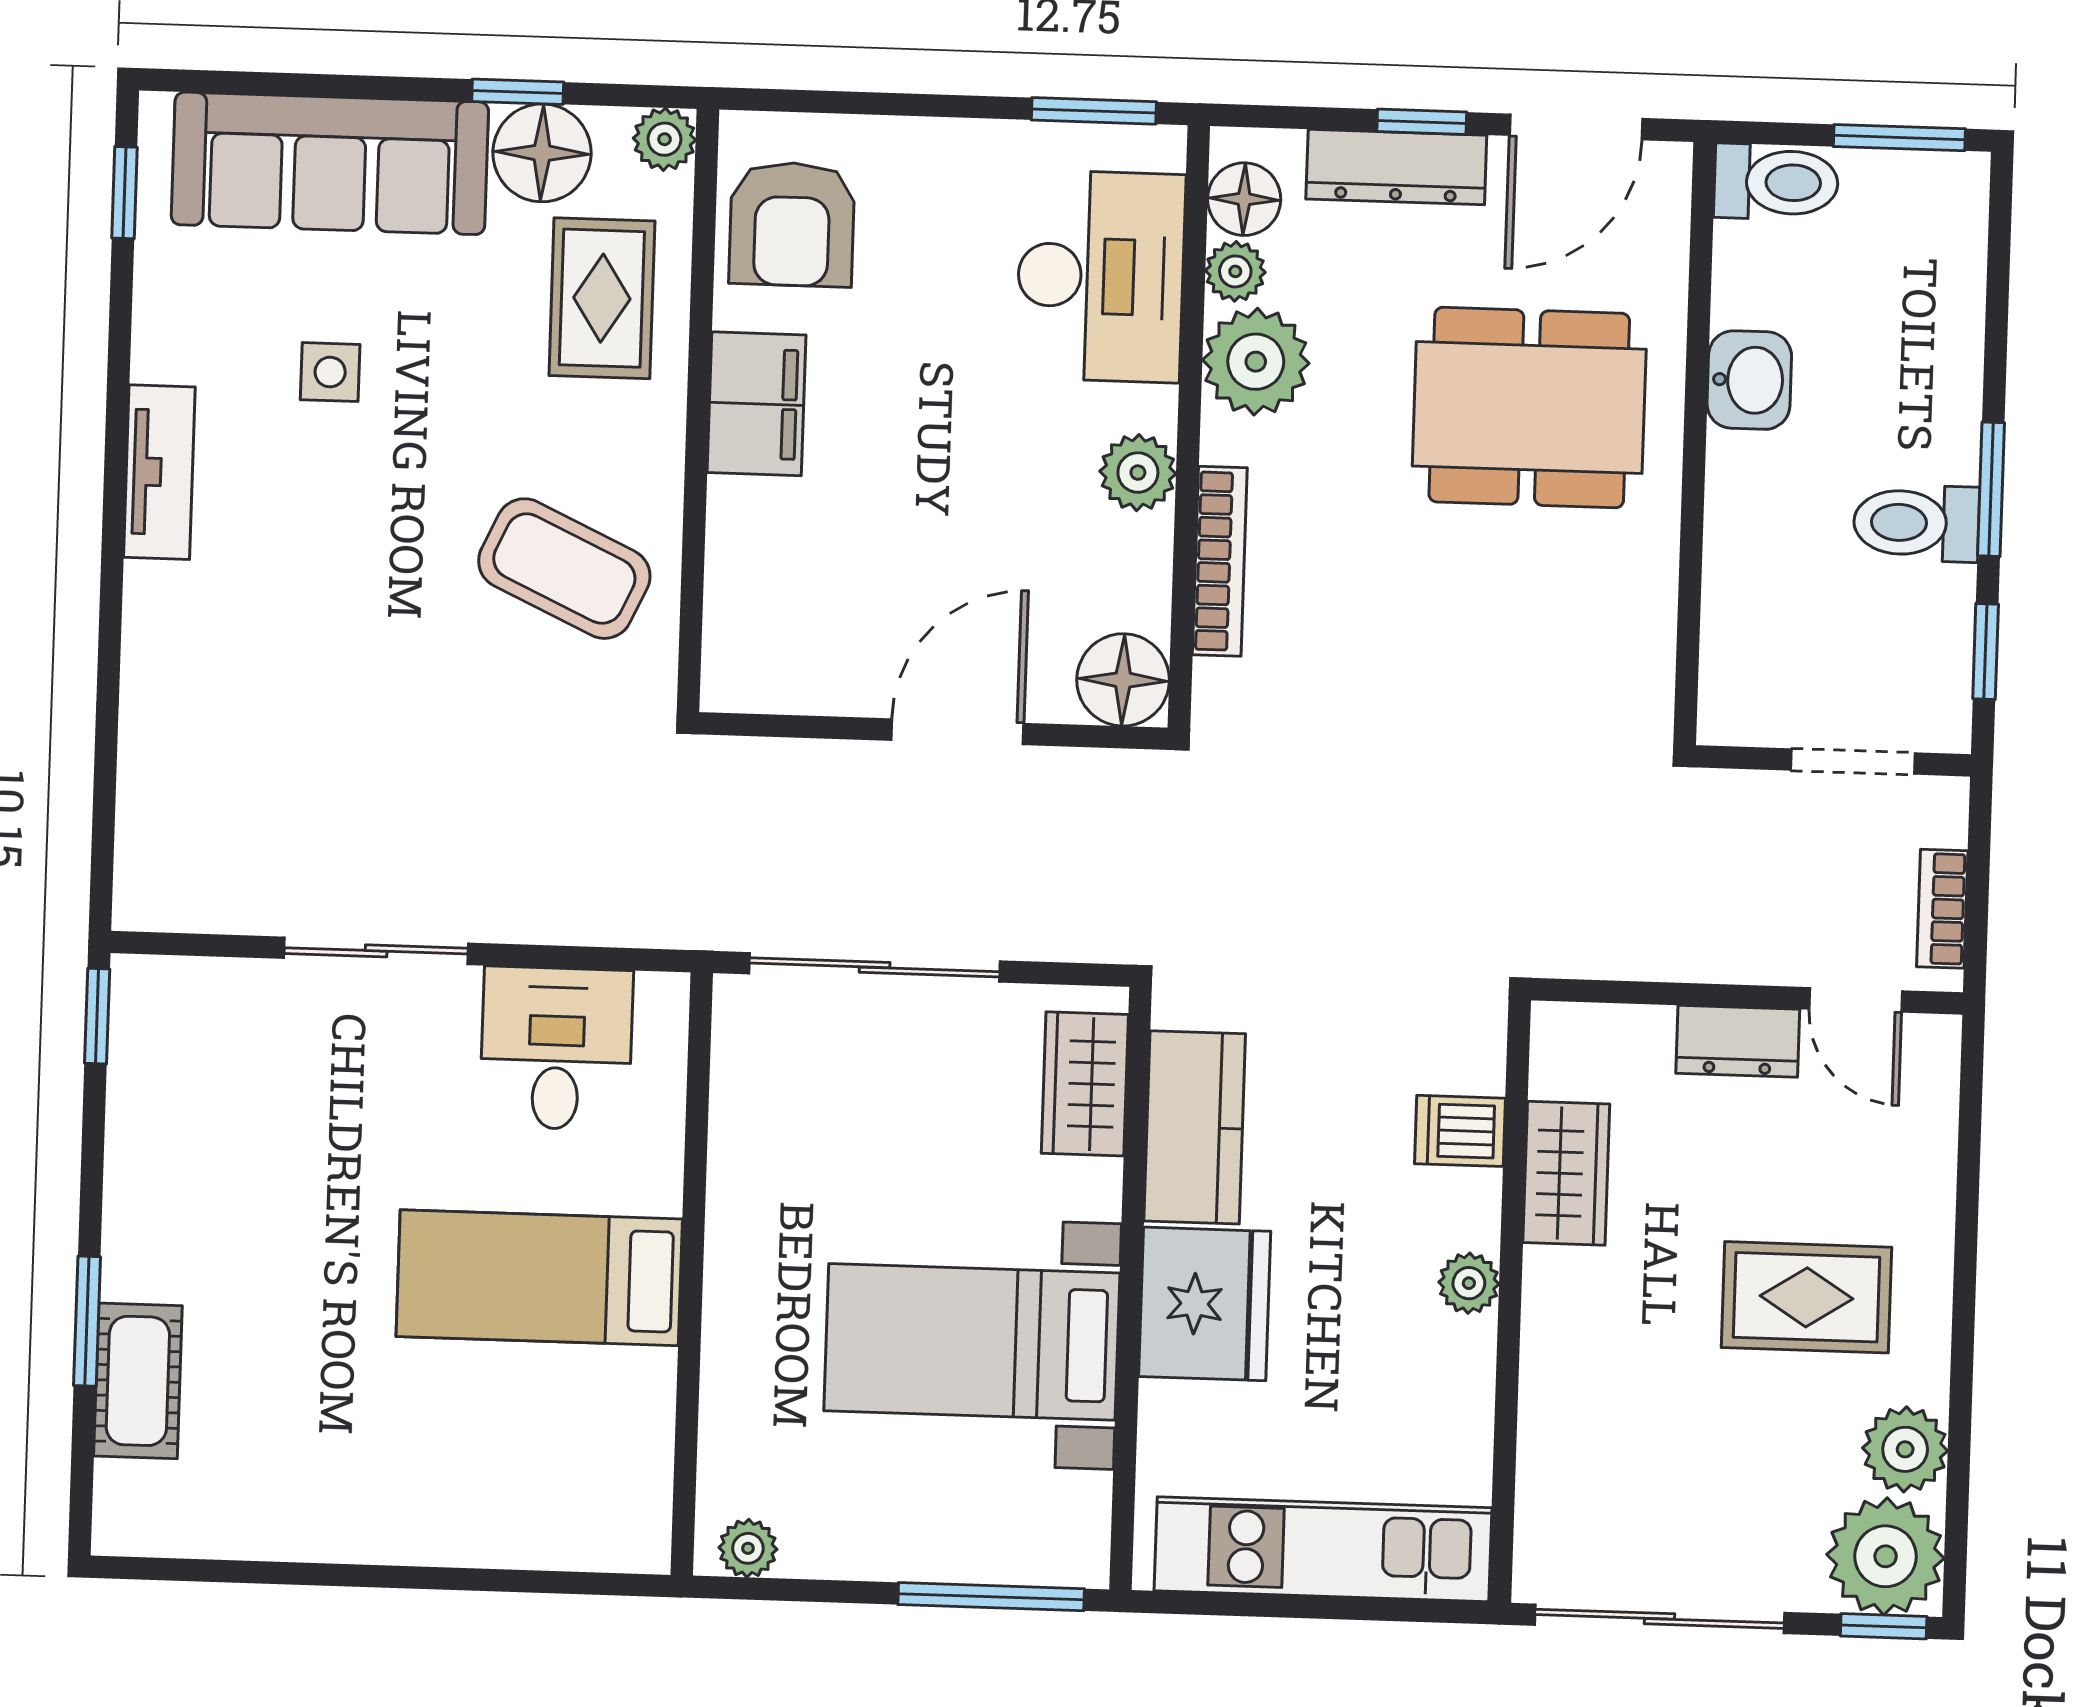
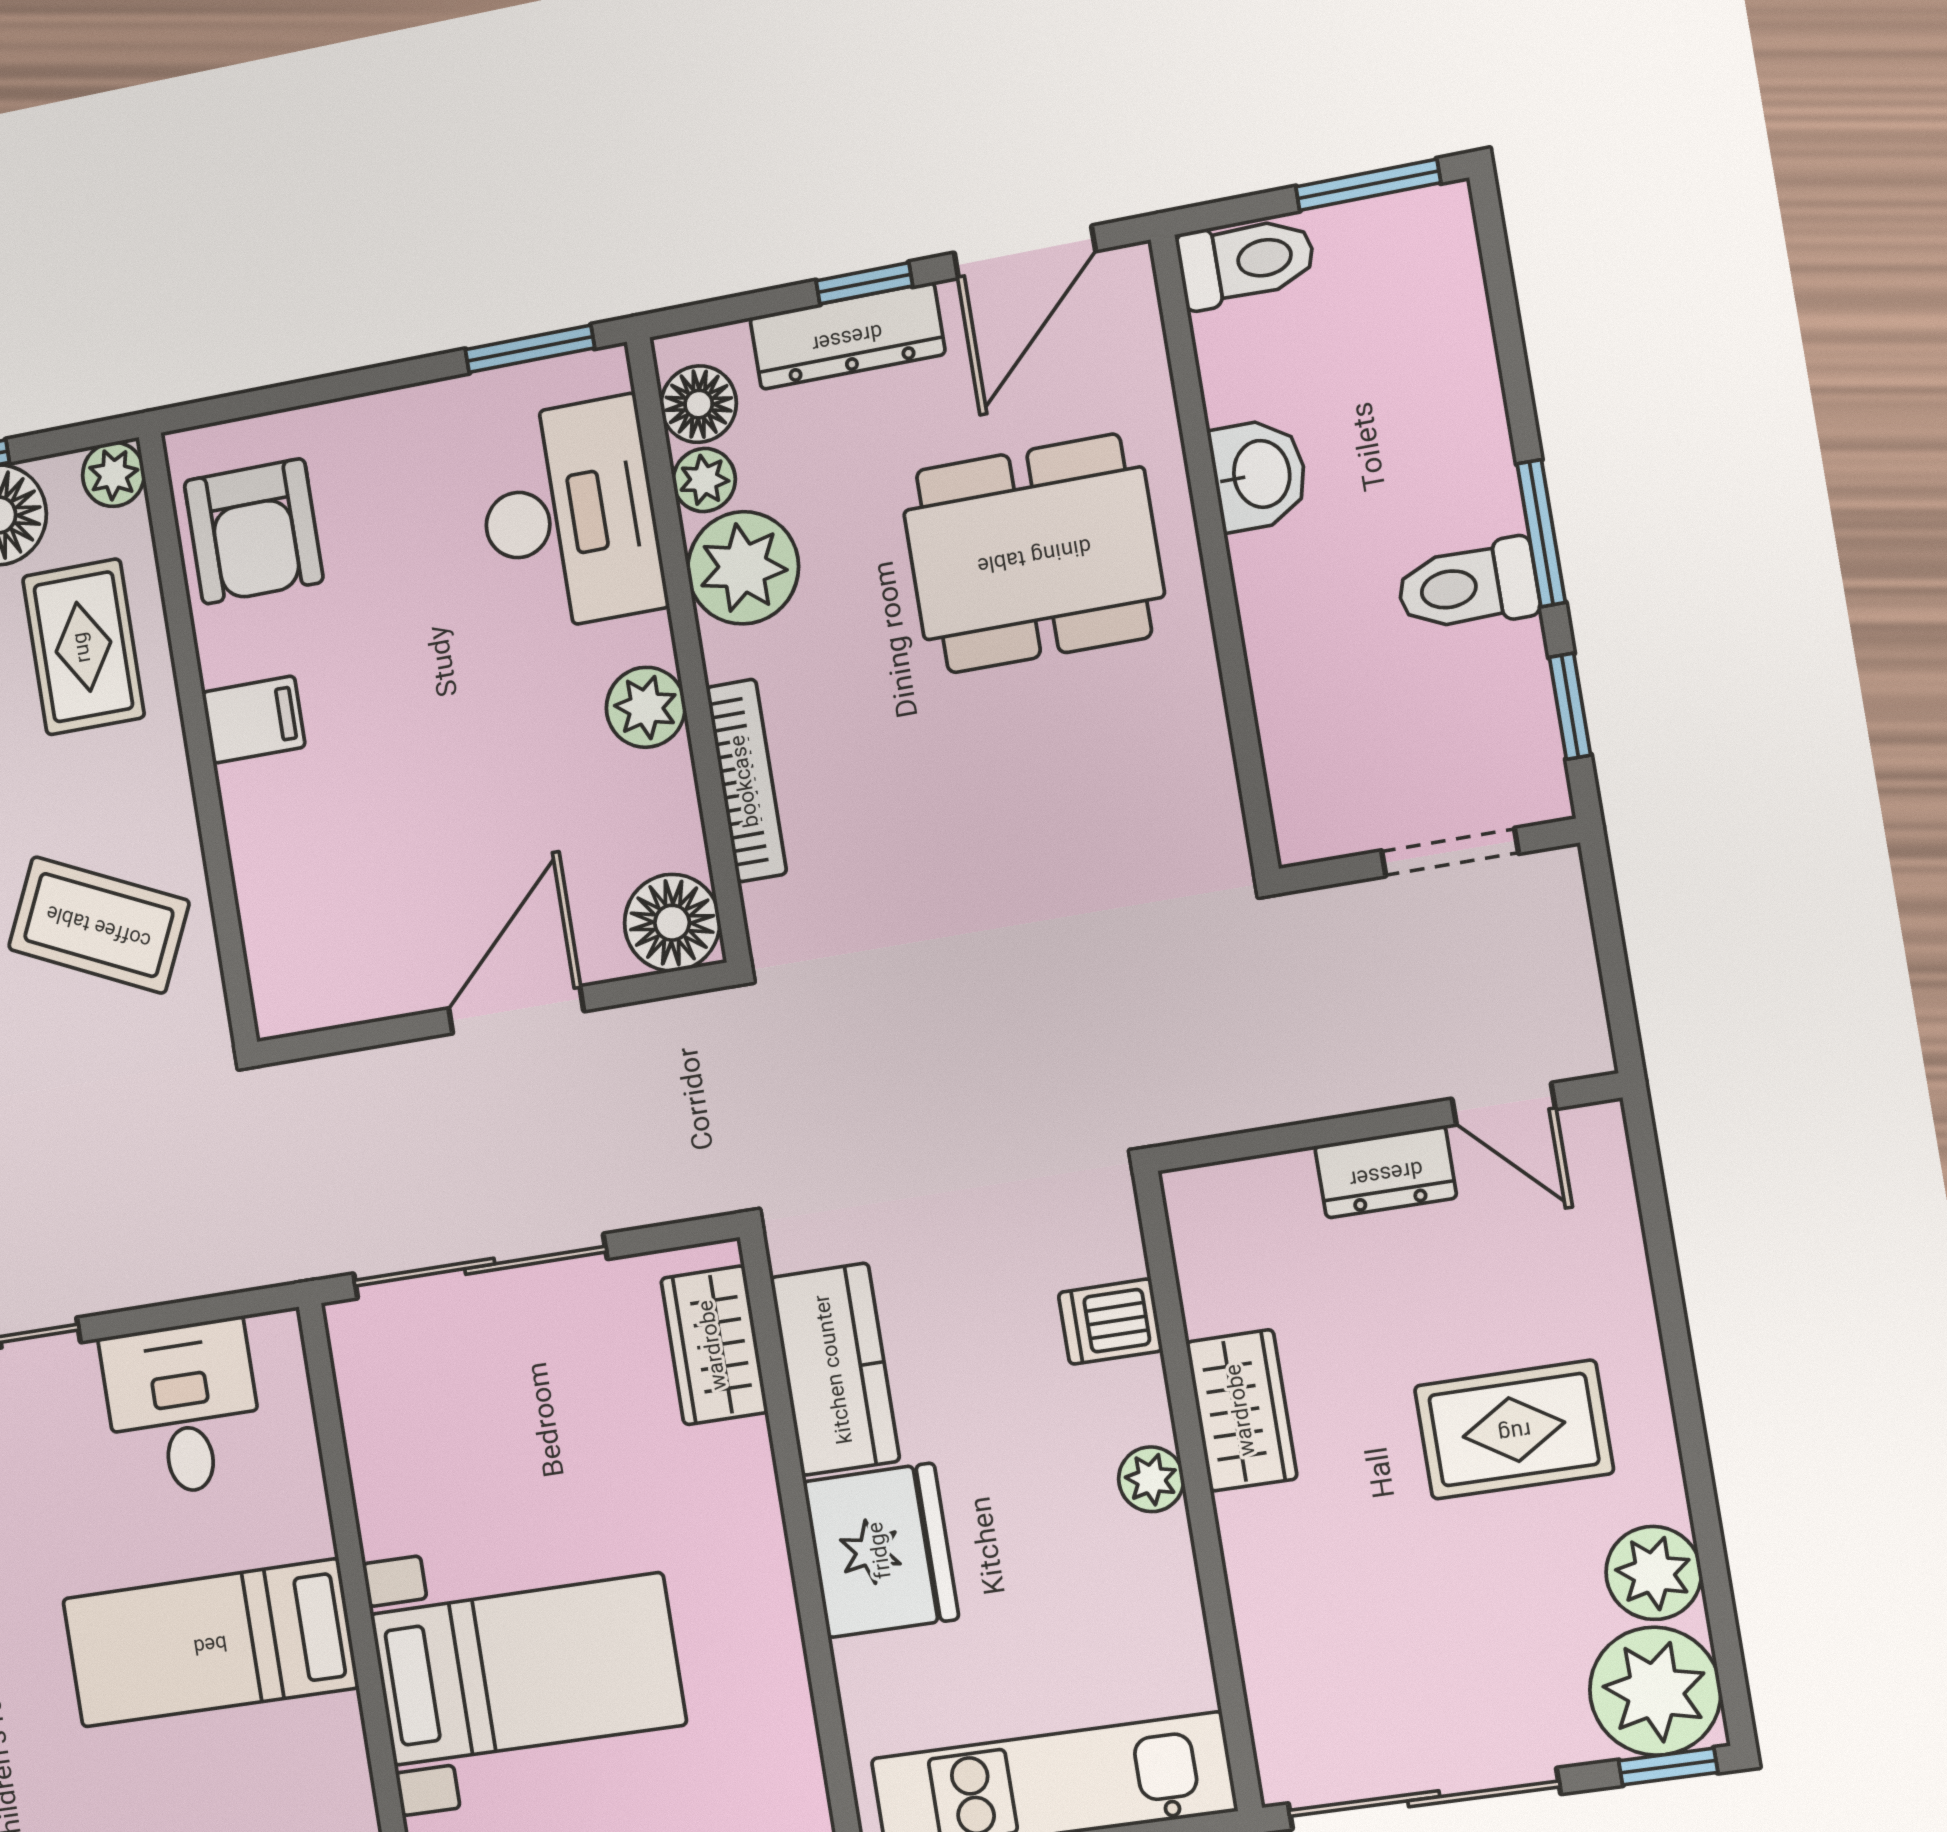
filing cabinet: (756, 404) -> (254, 720), width x0.50
bookcase: (1942, 909) -> (1578, 989), removed
wardrobe: (1566, 1173) -> (1242, 1410), moved
bed with nightstands: (972, 1342) -> (528, 1669), moved, turned 180

